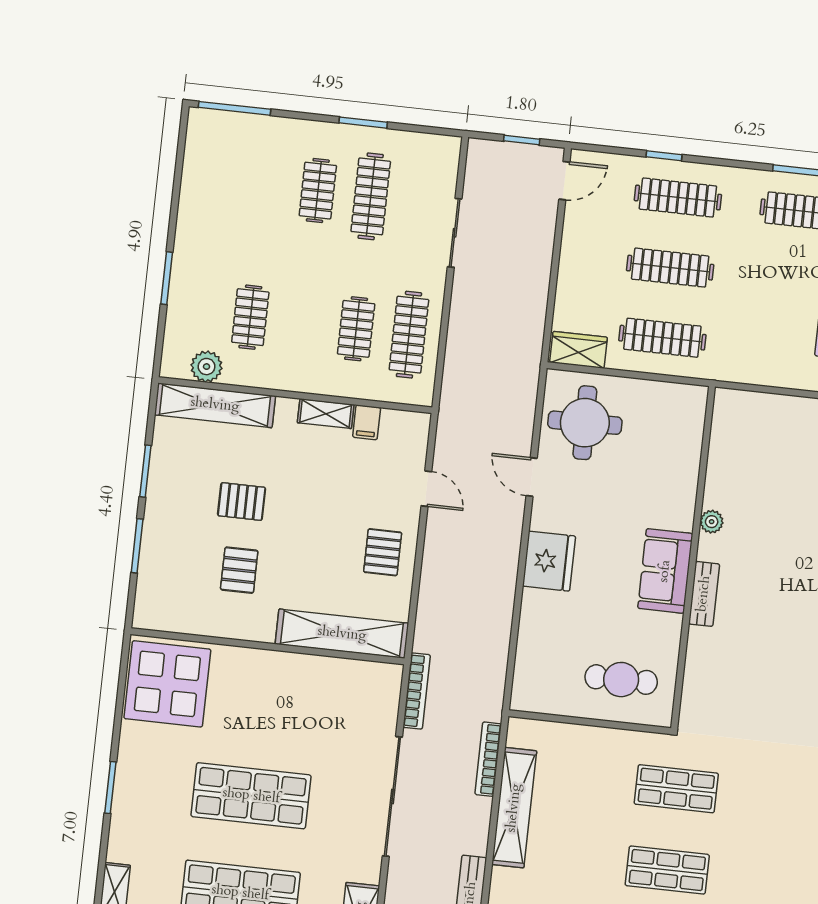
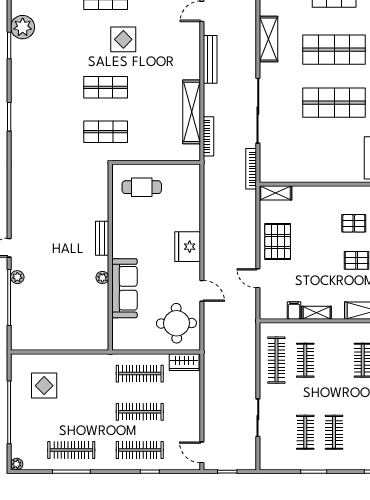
door: (564, 181) -> (202, 452), hinge flipped
clothes rail: (371, 196) -> (305, 432), width x0.73
pallet: (383, 552) -> (278, 241), width x1.50, depth x1.42
pallet: (239, 570) -> (354, 223), turned 90
sofa: (665, 571) -> (124, 288), moved, width x1.36
shelving: (342, 634) -> (275, 193), width x0.45, depth x0.75

